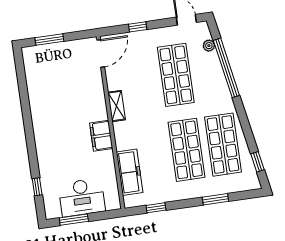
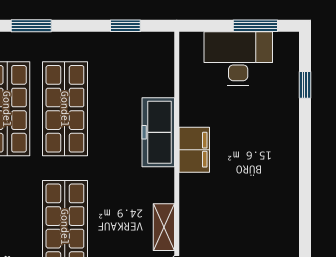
shelving: (116, 106) -> (164, 227), moved
freezer: (130, 172) -> (158, 132), moved

